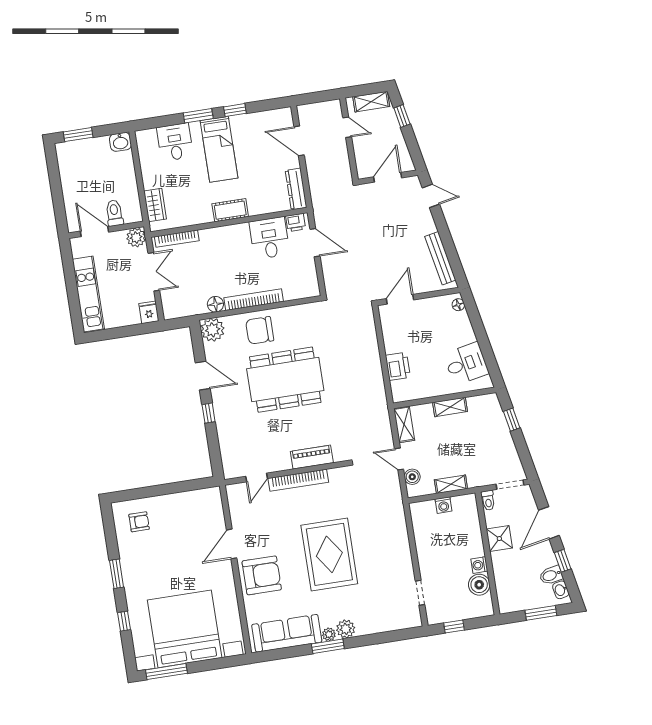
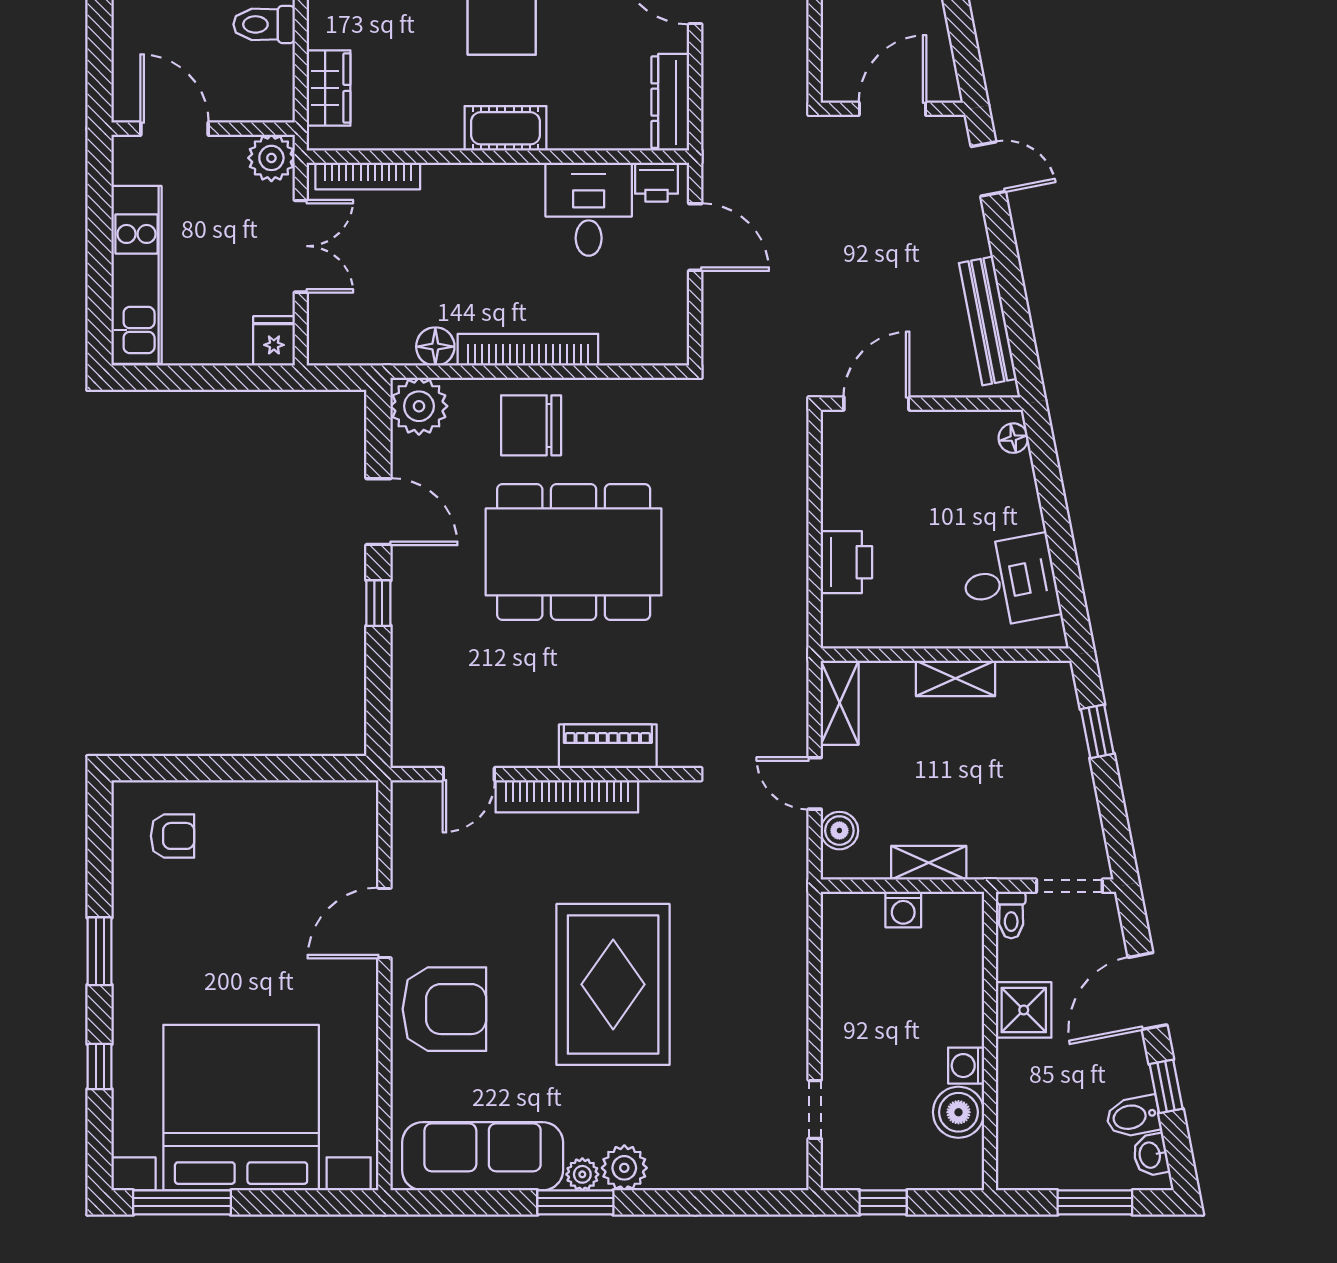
toilet: (114, 213) -> (264, 24), moved, turned -90

